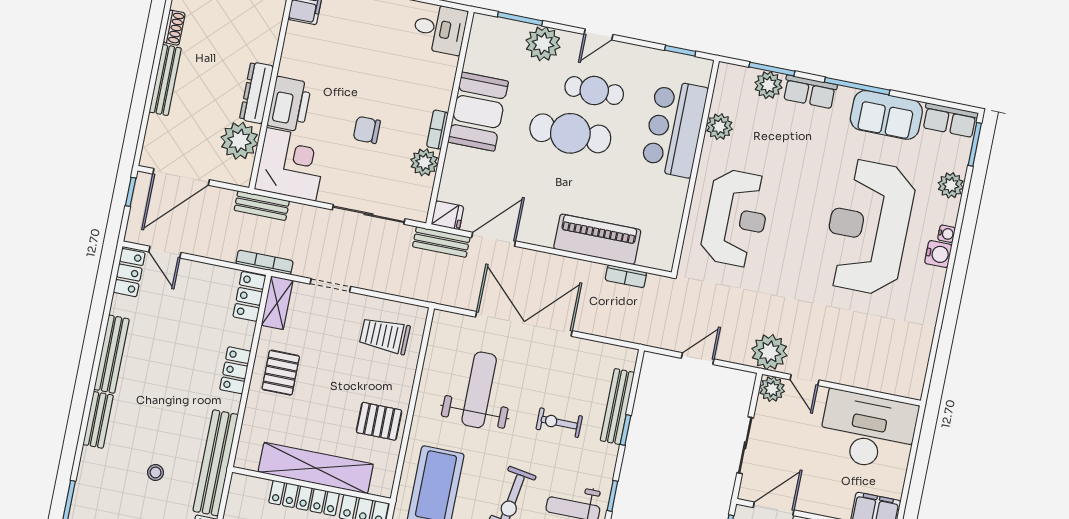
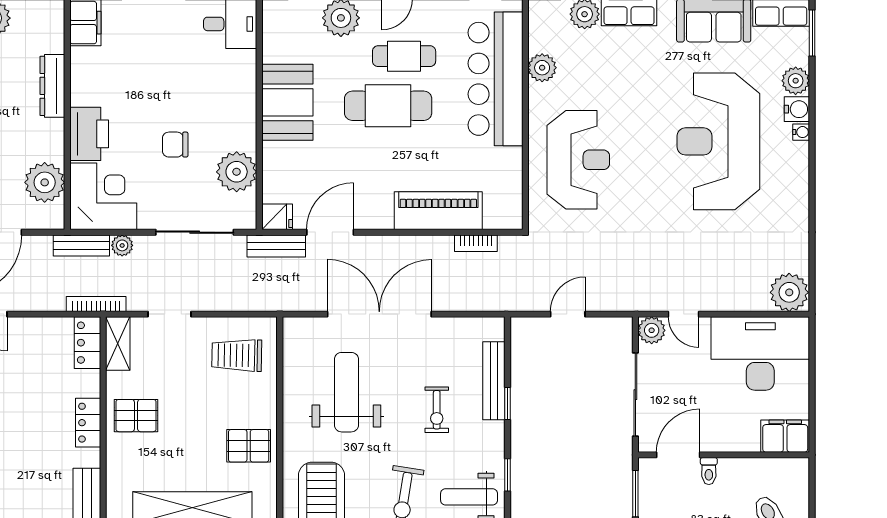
dresser: (256, 93) -> (52, 86), moved
bar counter: (674, 128) -> (496, 79), width x1.36
bookcase: (437, 130) -> (249, 130), removed
plant: (424, 162) -> (237, 172), width x1.36, depth x1.36
plant: (299, 213) -> (122, 245), added
water cooler: (938, 254) -> (797, 109), moved
plant: (769, 352) -> (789, 292), moved
pallet: (281, 373) -> (136, 416), turned 90
exercise bike: (559, 423) -> (437, 410), turned -90
sliding door: (745, 445) -> (635, 395), width x1.37

